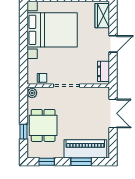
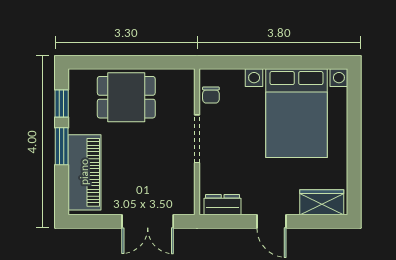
plant: (32, 93) -> (184, 78), removed
window: (24, 132) -> (115, 62), removed
window: (81, 162) -> (62, 146), moved

